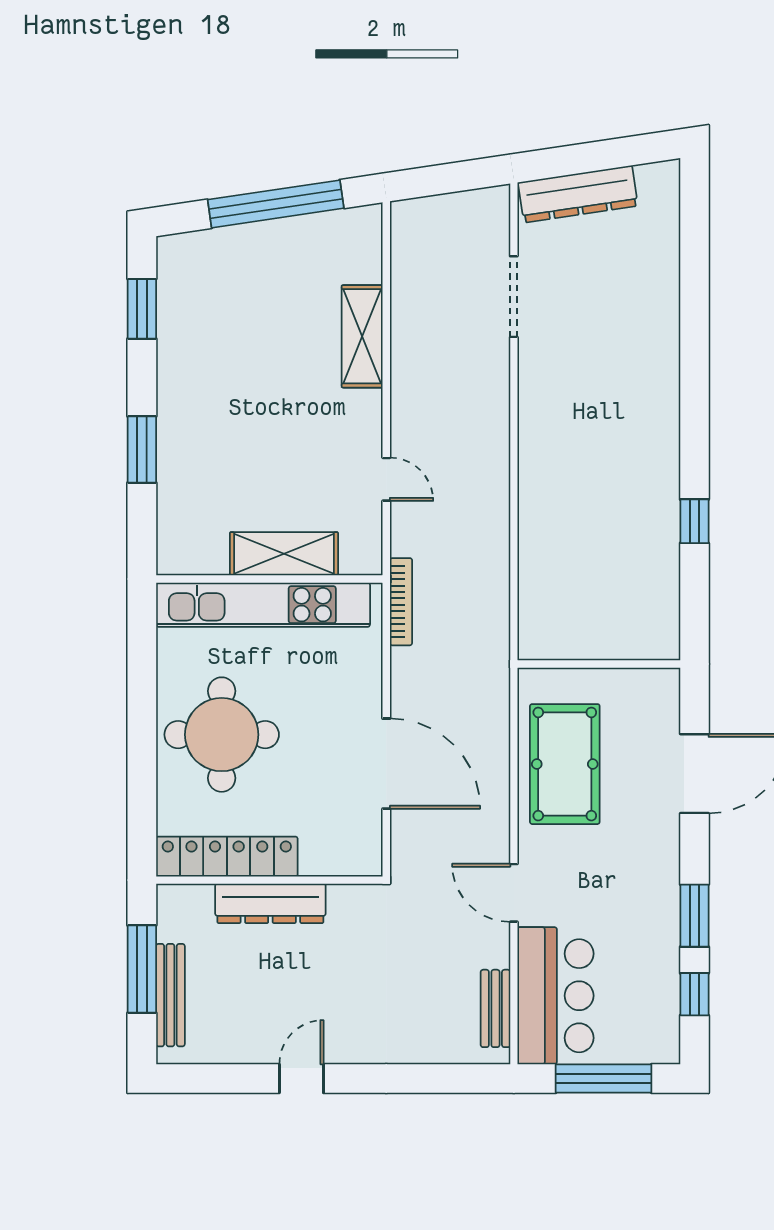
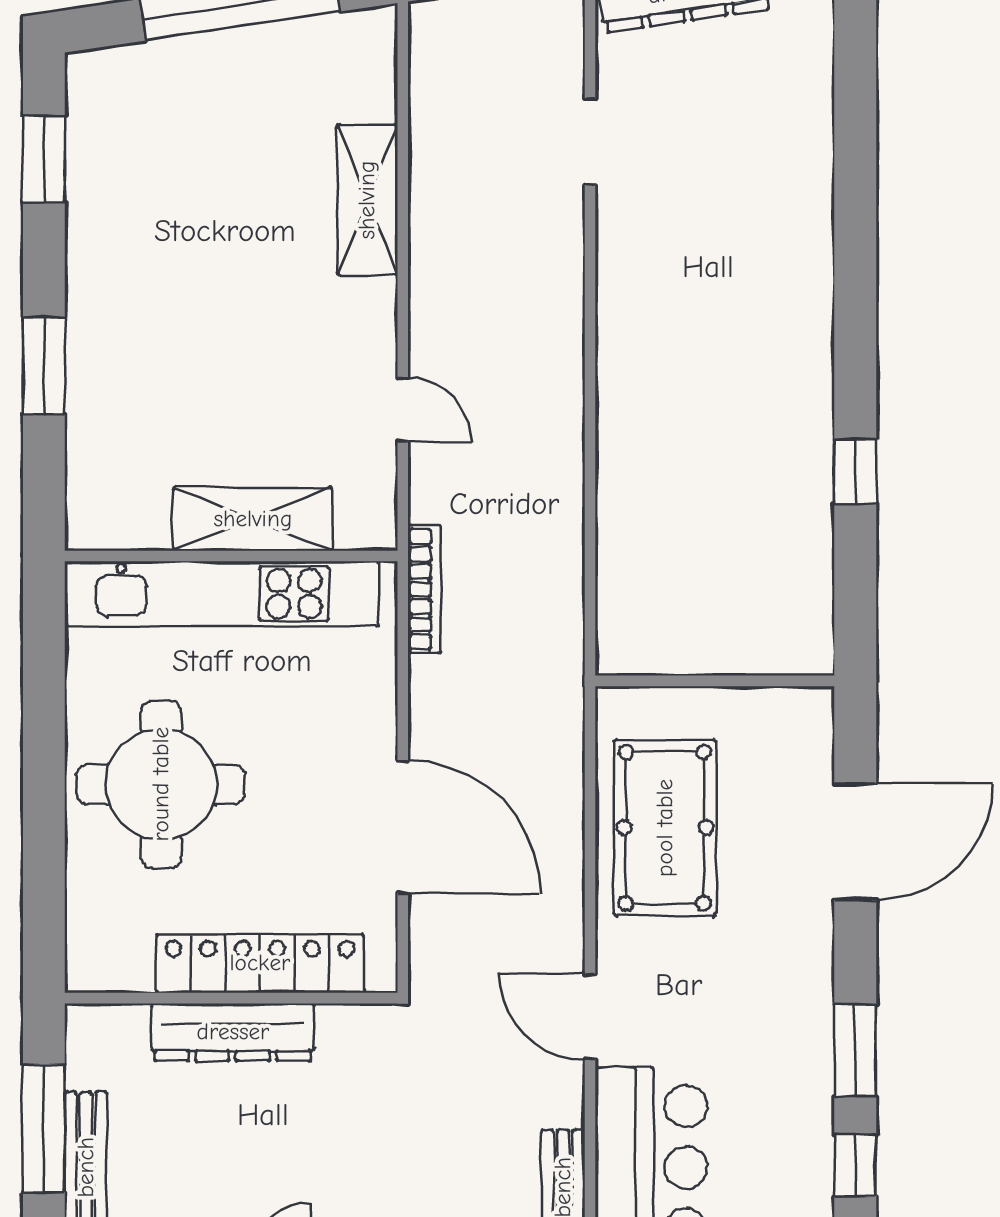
doorway: (514, 297) -> (590, 141), width x0.73
locker: (227, 857) -> (260, 963), moved

